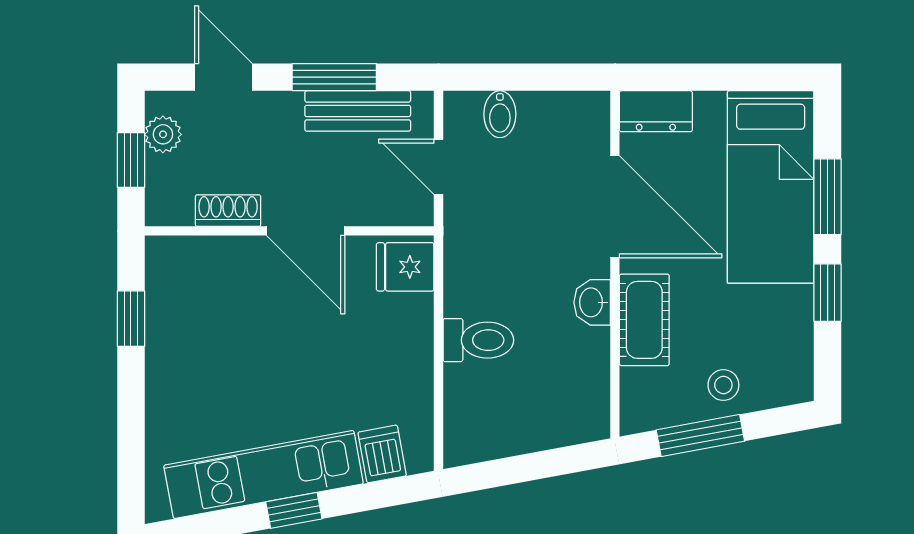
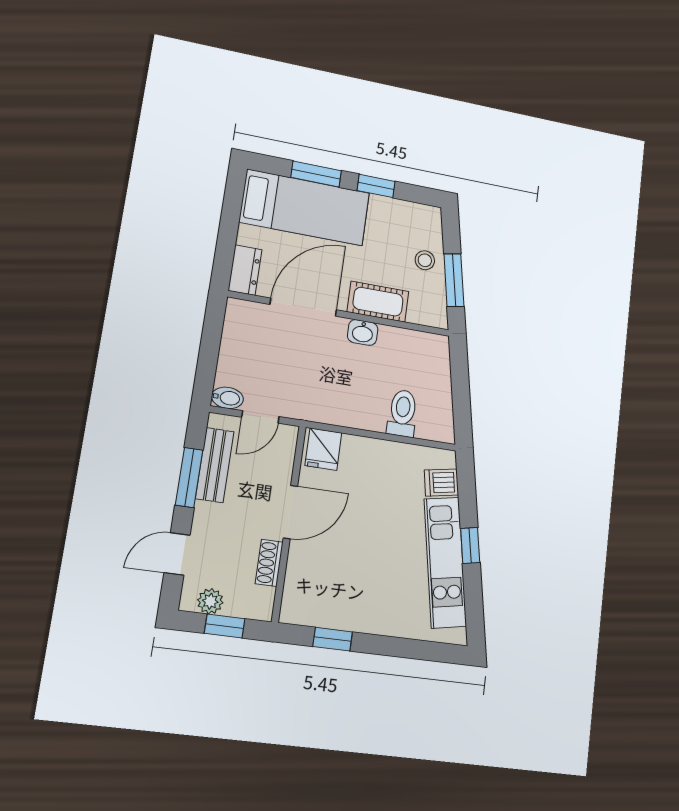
bidet: (500, 114) -> (227, 398), moved
toilet: (478, 340) -> (402, 413), moved

